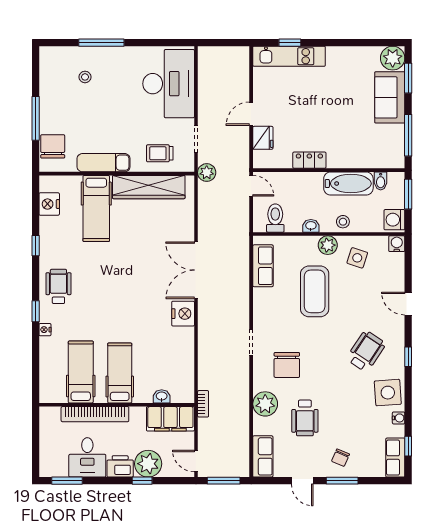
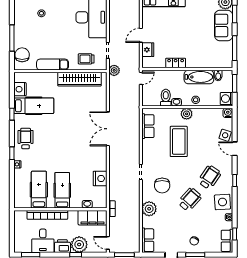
door: (251, 186) -> (141, 78), hinge flipped
hospital bed: (96, 208) -> (34, 106), moved, turned -90
toilet: (275, 218) -> (166, 98), moved
side table: (357, 258) -> (225, 135), moved
nightstand: (183, 314) -> (100, 178), moved
wheelchair: (305, 418) -> (190, 199), moved, turned -138

